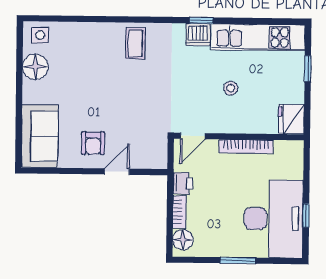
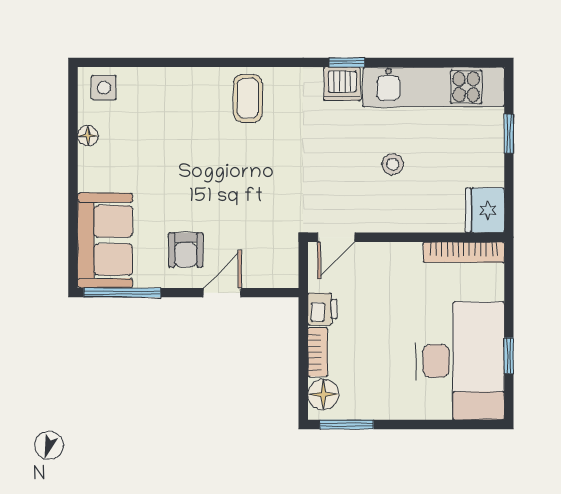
floor lamp: (35, 67) -> (88, 136), width x0.53, depth x0.53
bookcase: (246, 147) -> (464, 252), moved
window: (51, 171) -> (122, 293), added
window: (238, 260) -> (347, 425), moved

